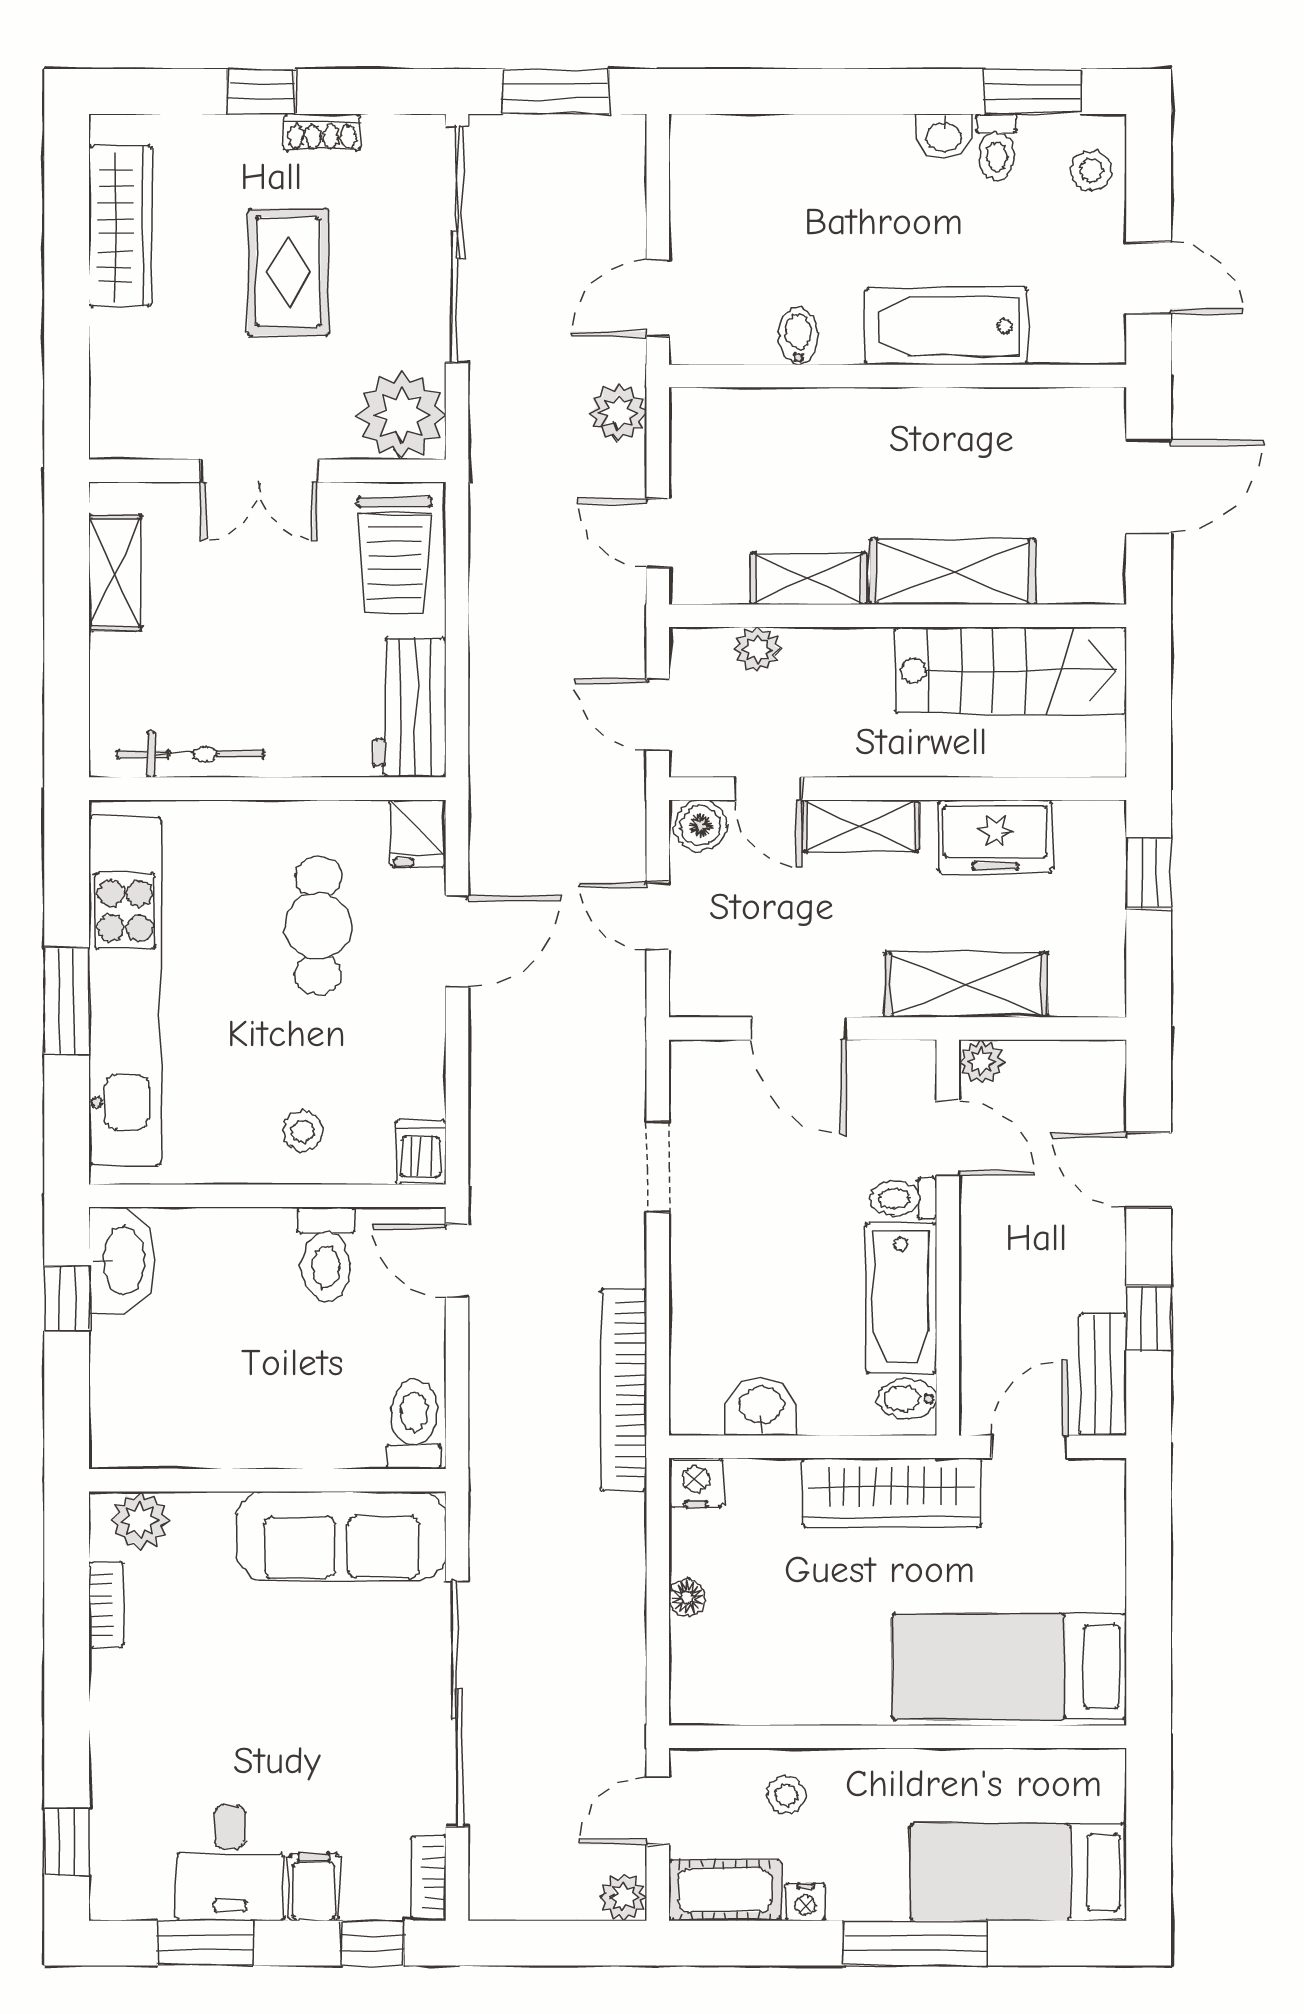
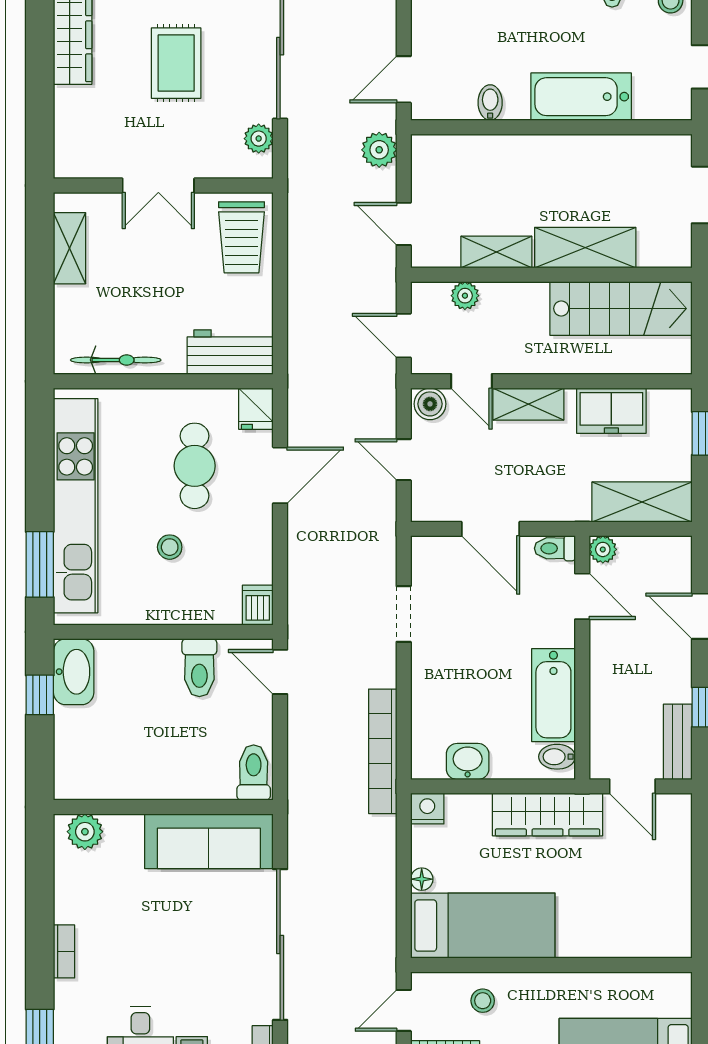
plant: (402, 415) -> (259, 139), width x0.53, depth x0.53
workbench: (410, 708) -> (230, 352), moved, turned 90
shelving: (966, 985) -> (642, 502), moved
window: (67, 1001) -> (40, 564), moved
stool: (303, 1131) -> (170, 547), moved
toilet: (903, 1198) -> (555, 548), moved
door: (1029, 1447) -> (632, 786), swing flipped
bookcase: (106, 1605) -> (64, 951), moved
bed: (1009, 1667) -> (483, 926), moved, turned 180

